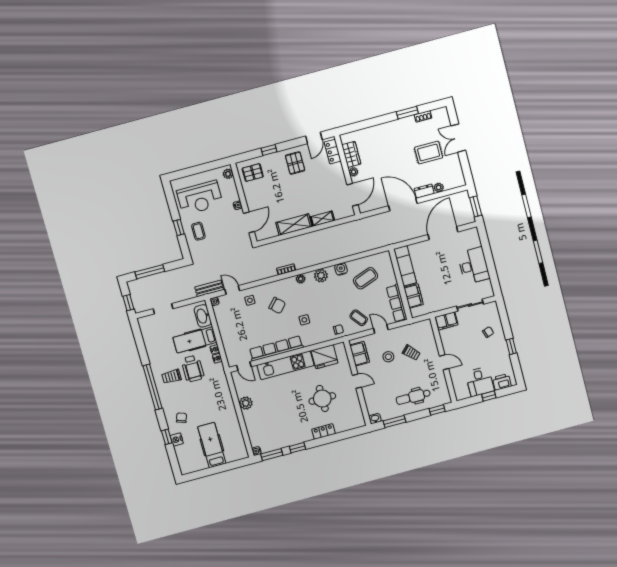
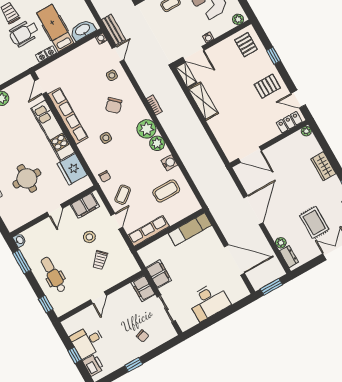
wardrobe: (351, 154) -> (323, 166), moved, turned 90
plant: (354, 172) -> (306, 131), moved
dresser: (424, 191) -> (289, 257), moved
shelving: (322, 219) -> (186, 75), moved
coffee table: (365, 278) -> (166, 191), turned -70
plant: (301, 279) -> (146, 129), width x1.88, depth x1.88
filing cabinet: (414, 296) -> (159, 274), moved, turned -90

